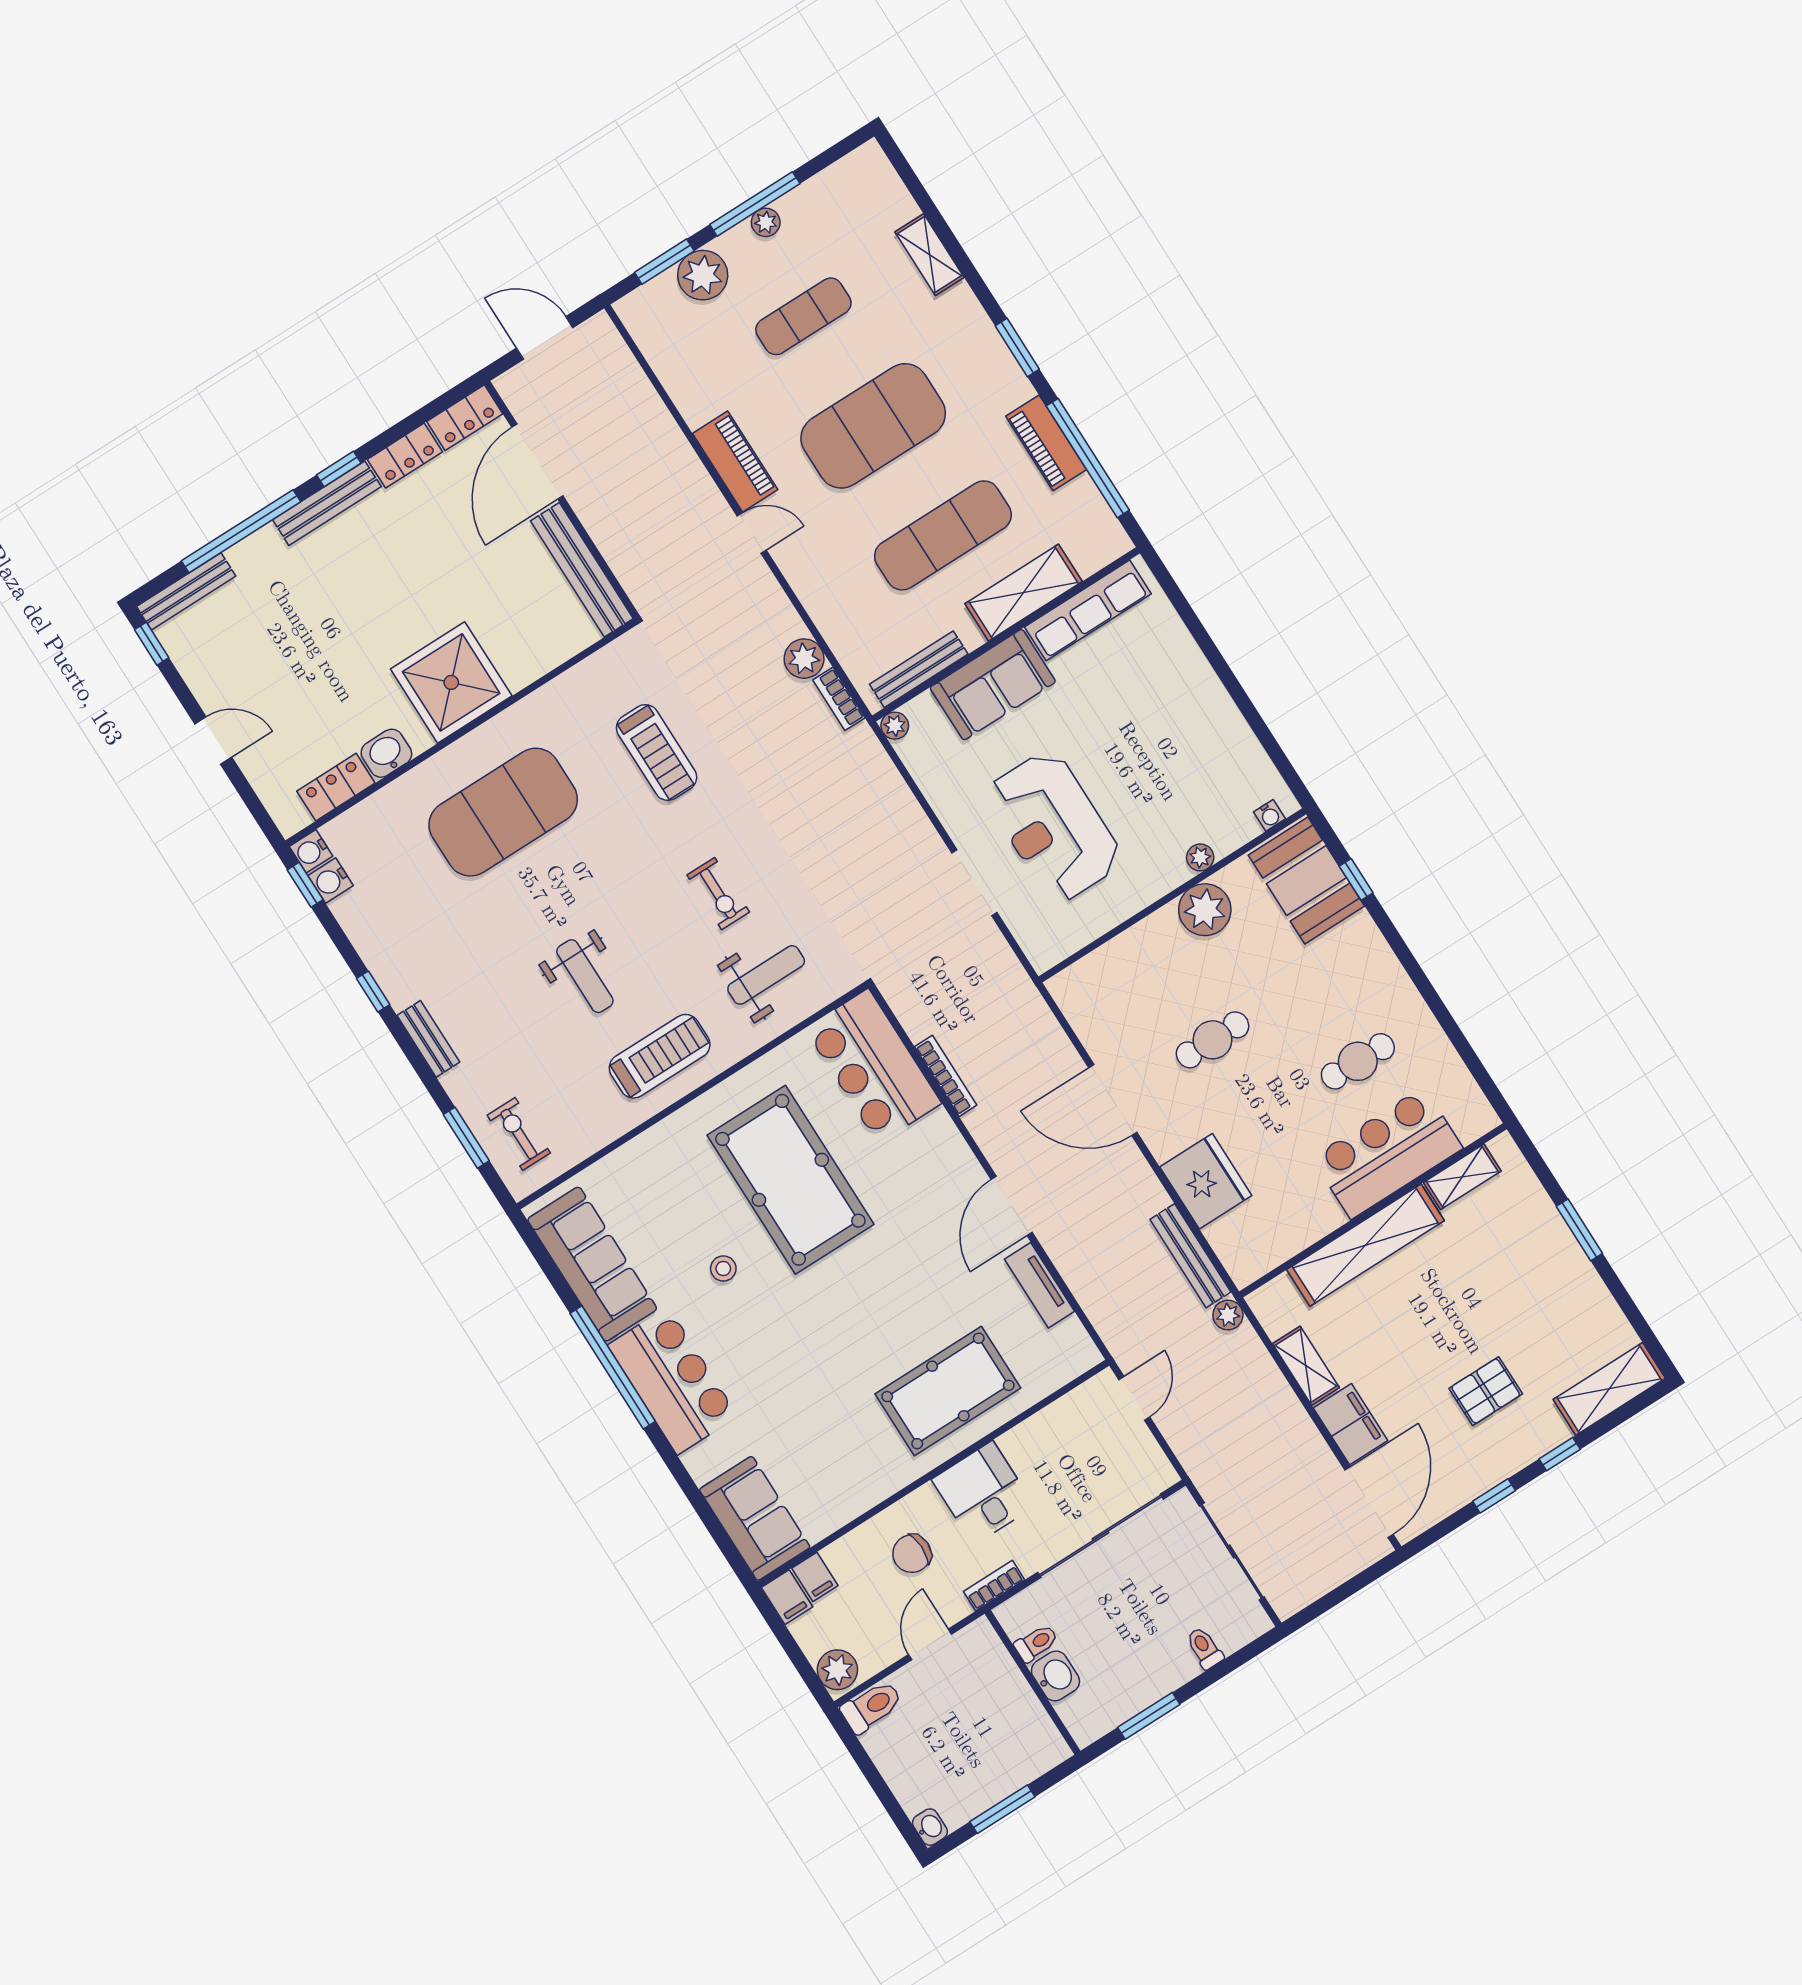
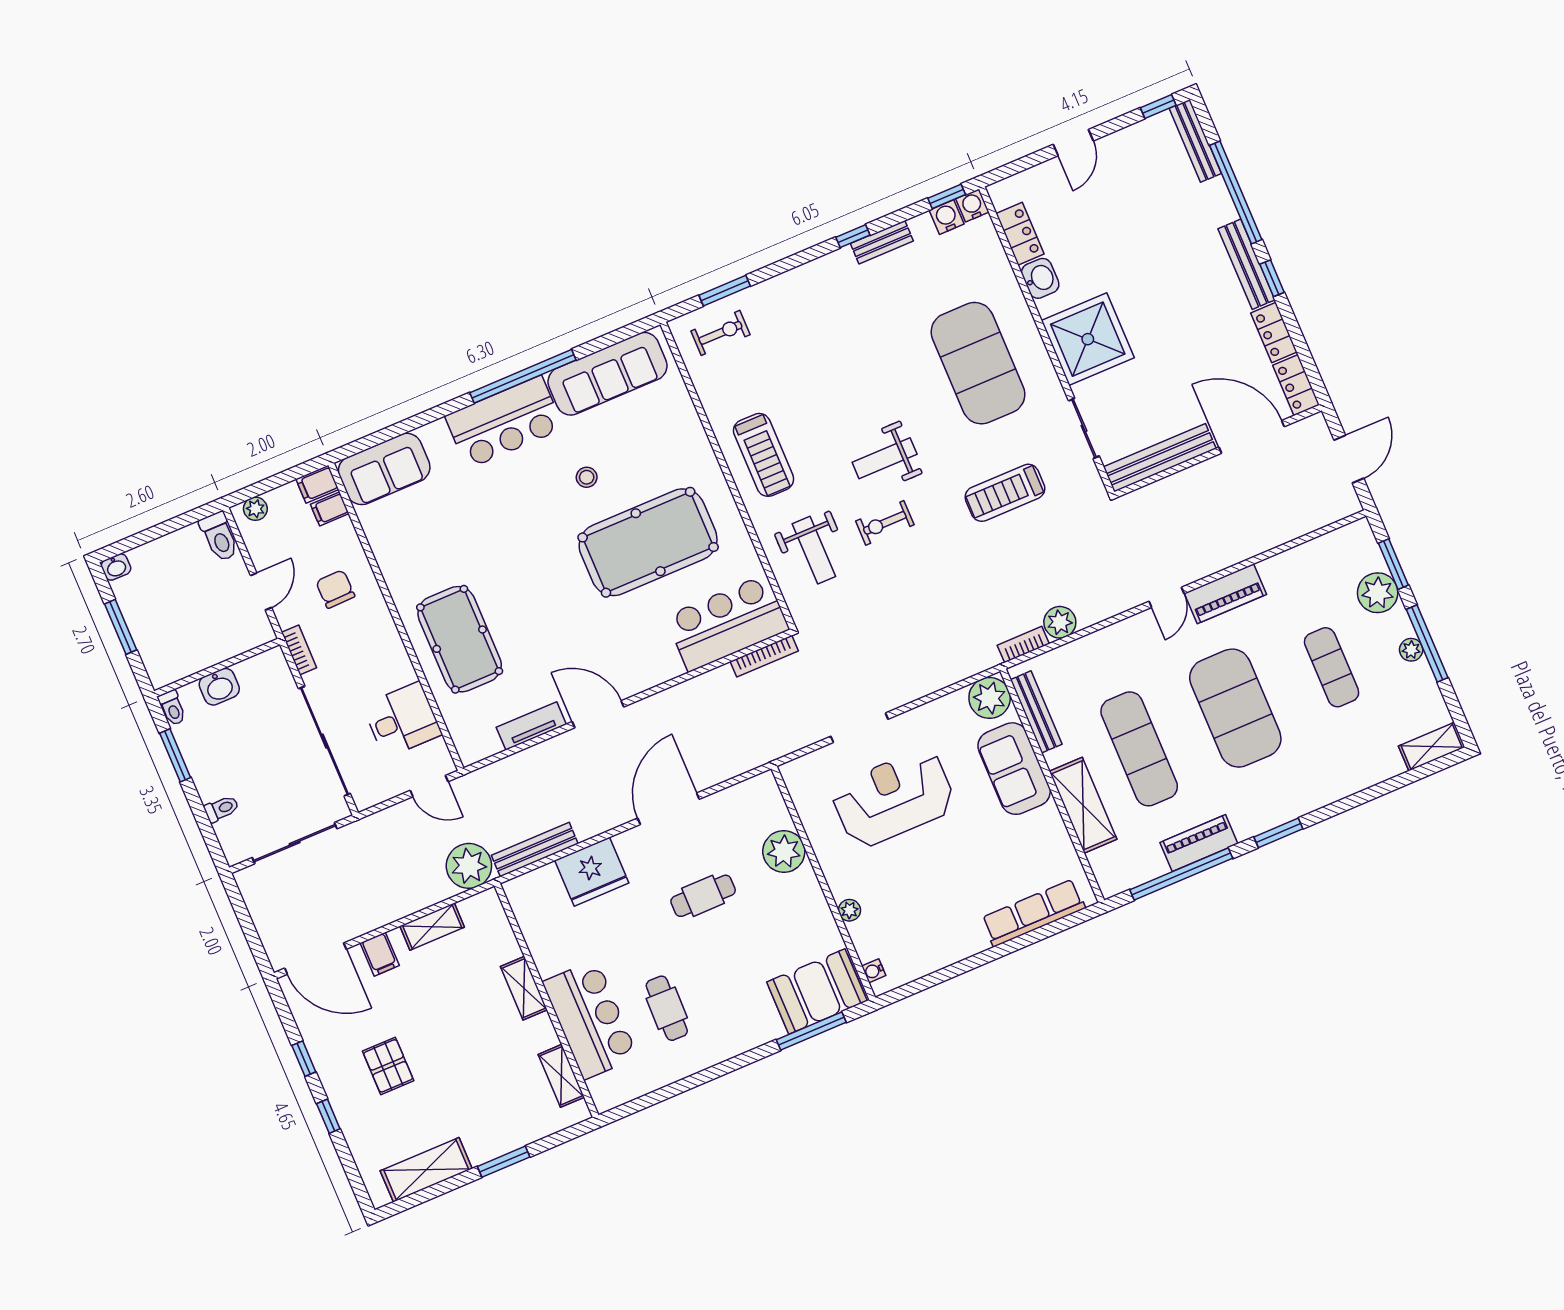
shelving: (929, 255) -> (1432, 747), moved
row of seats: (1088, 610) -> (1033, 913), moved, turned 90
sliding door: (561, 669) -> (1084, 428), added
plant: (895, 726) -> (990, 698), width x1.88, depth x1.88
window: (1356, 879) -> (811, 1031), width x2.17
plant: (1205, 910) -> (784, 851), moved
weight bench: (585, 976) -> (885, 458), moved
bench: (428, 1039) -> (882, 242), moved
cafe table: (1213, 1040) -> (703, 896), turned 90
bookcase: (946, 1076) -> (764, 656), moved
shelving: (1365, 1245) -> (524, 988), width x0.45, depth x0.75
plant: (1228, 1315) -> (469, 866), width x1.88, depth x1.88
shelving: (1609, 1389) -> (426, 1170), moved, turned 90
filing cabinet: (1350, 1424) -> (380, 954), width x0.50
desk: (983, 1493) -> (402, 720), moved
toilet: (1036, 1643) -> (172, 708), moved
door: (930, 1644) -> (261, 591), hinge flipped
plant: (837, 1670) -> (255, 509), width x0.73, depth x0.73

